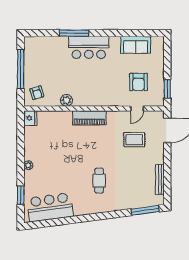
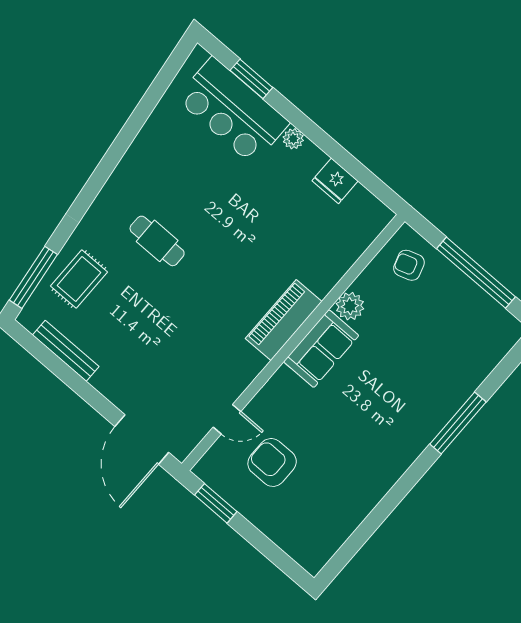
sofa: (136, 45) -> (321, 349), moved, turned 180
bar counter: (89, 47) -> (410, 427), removed
door: (137, 109) -> (227, 419), swing flipped
fridge: (30, 118) -> (335, 181), moved
rug: (134, 140) -> (79, 279), moved
bar counter: (50, 207) -> (233, 111), moved, turned 97

